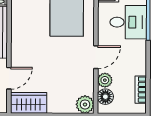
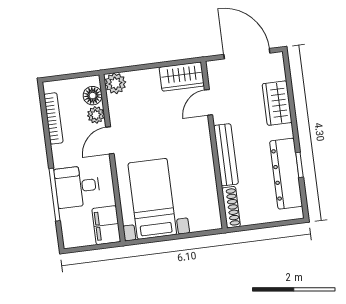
bookcase: (141, 90) -> (53, 118), width x1.56

